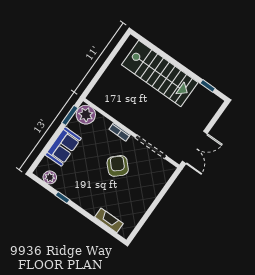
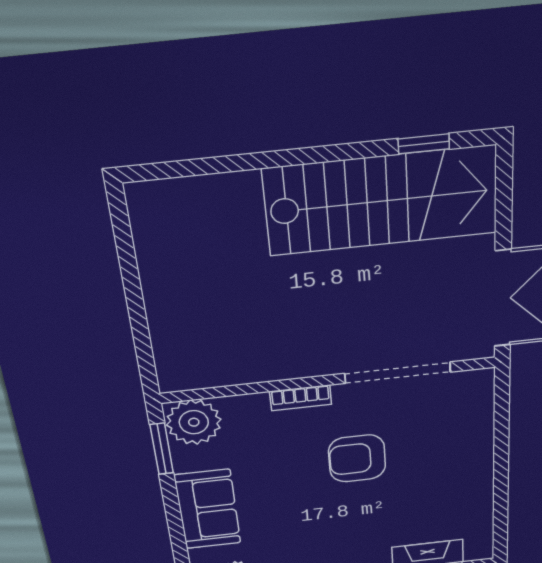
stairs: (160, 74) -> (381, 201), moved
armchair: (118, 166) -> (357, 458), turned -47

